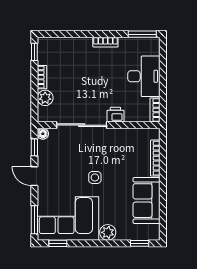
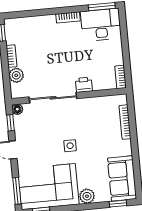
desk: (144, 76) -> (101, 25), moved, turned -90
sofa: (146, 201) -> (122, 178), moved

